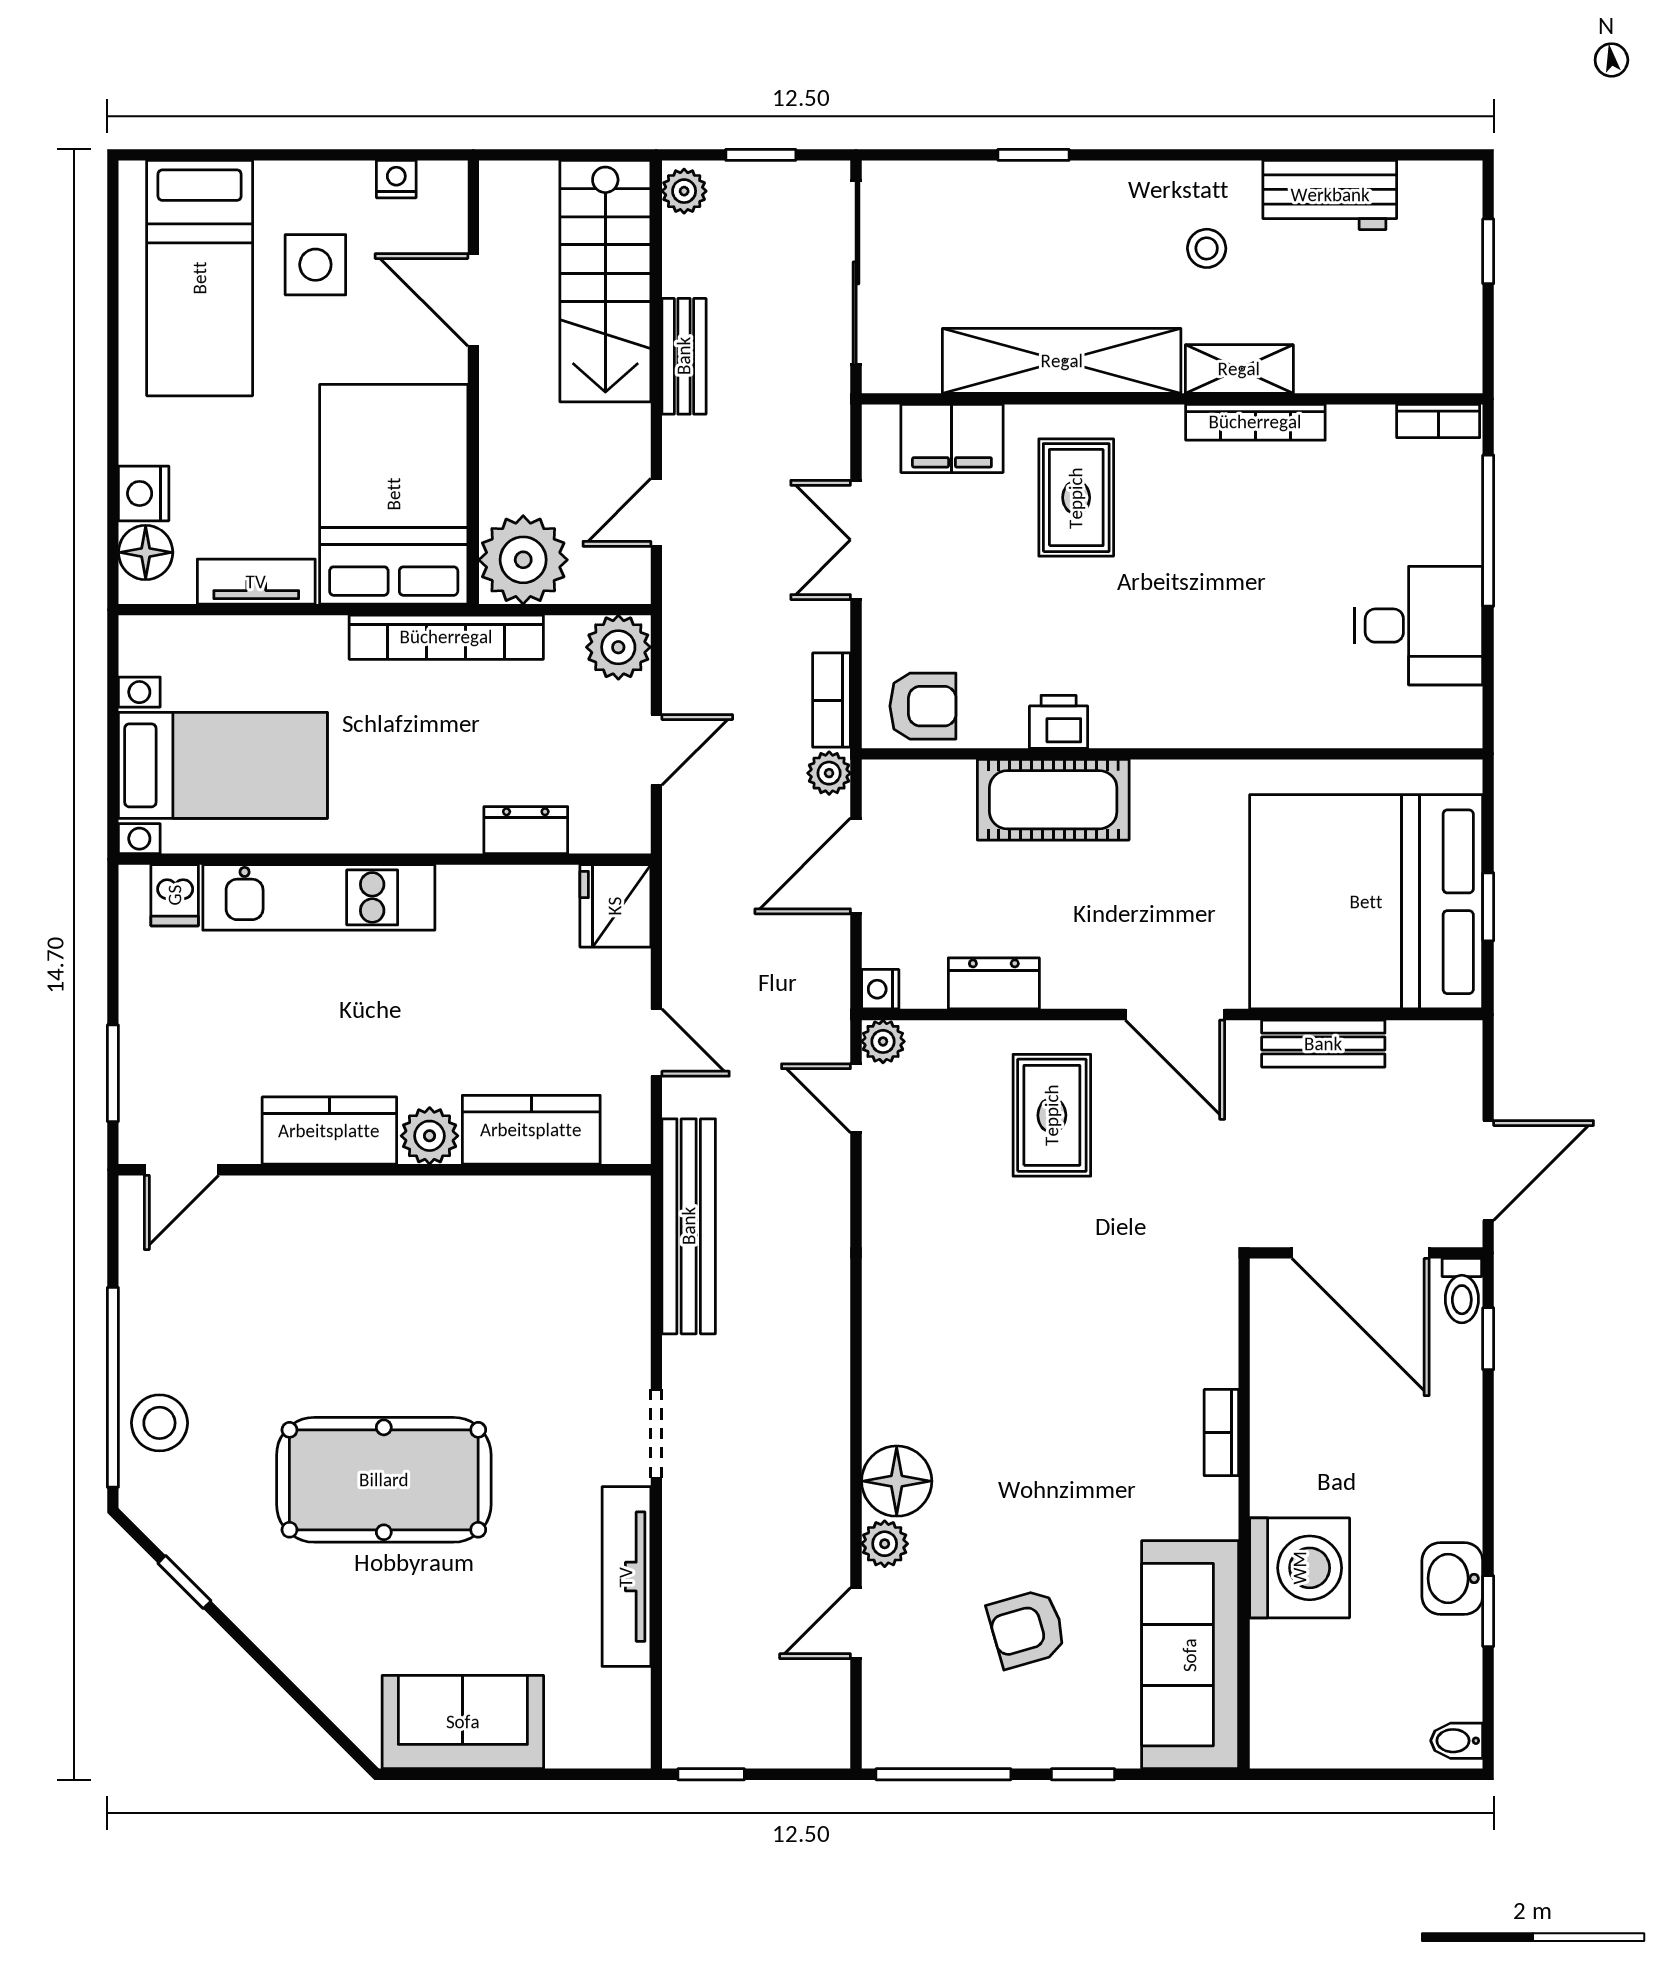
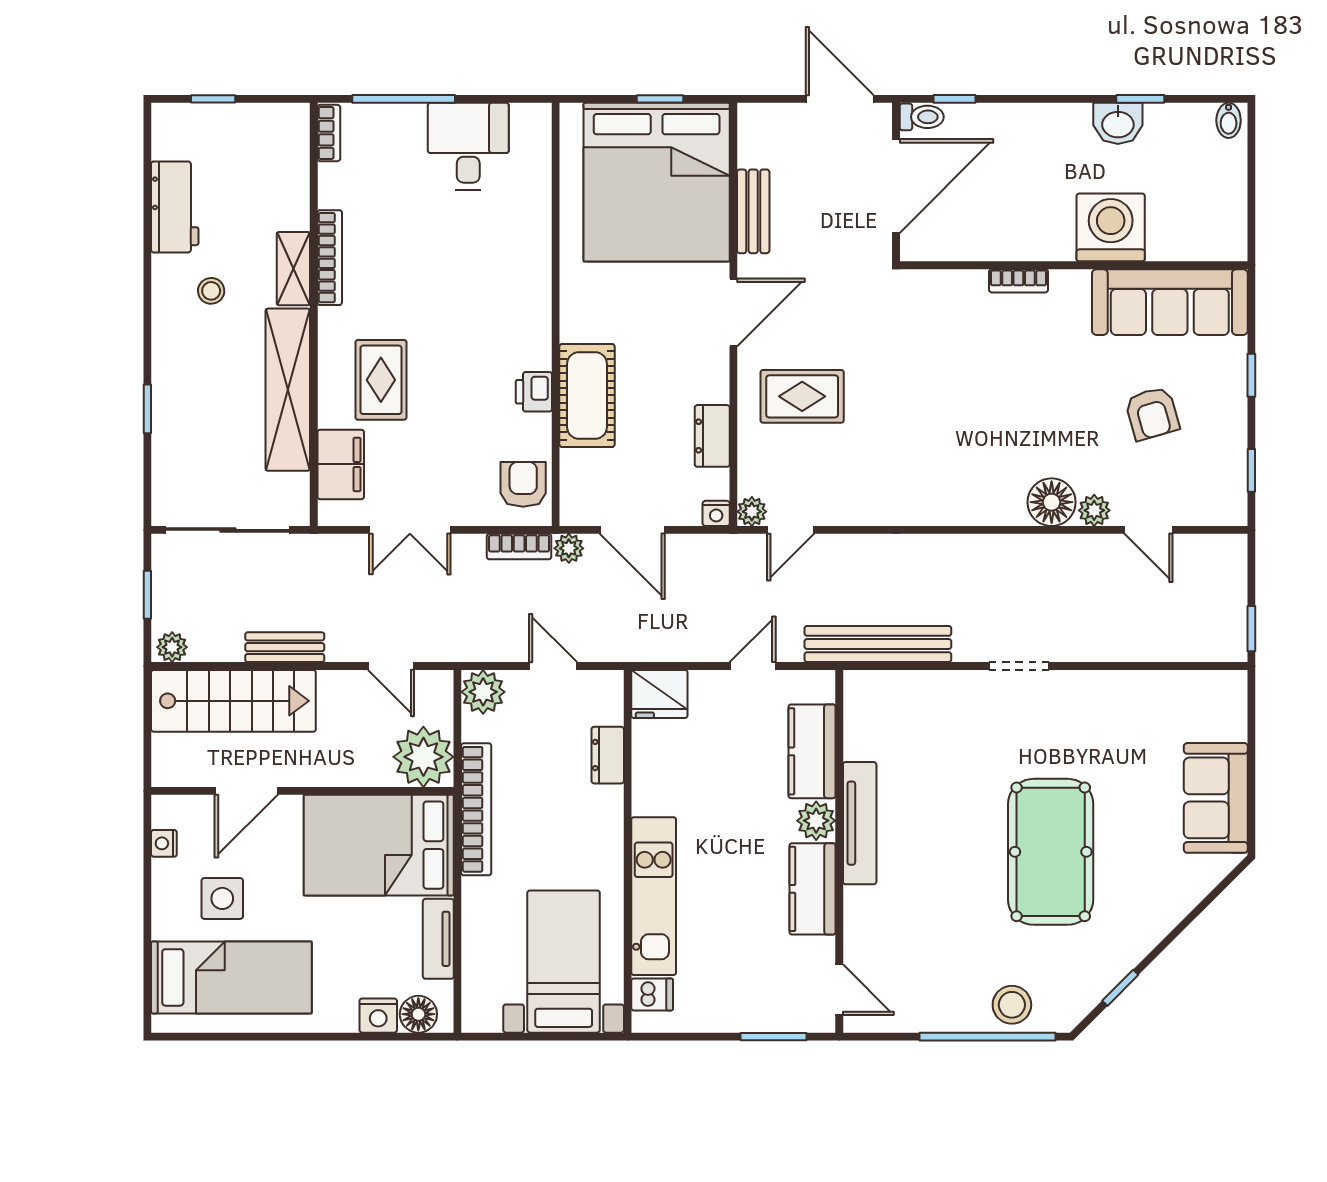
rug: (1076, 498) -> (381, 380), turned 90
tv unit: (626, 1577) -> (860, 823), moved, turned -90
window: (943, 1774) -> (1251, 470), width x0.46

